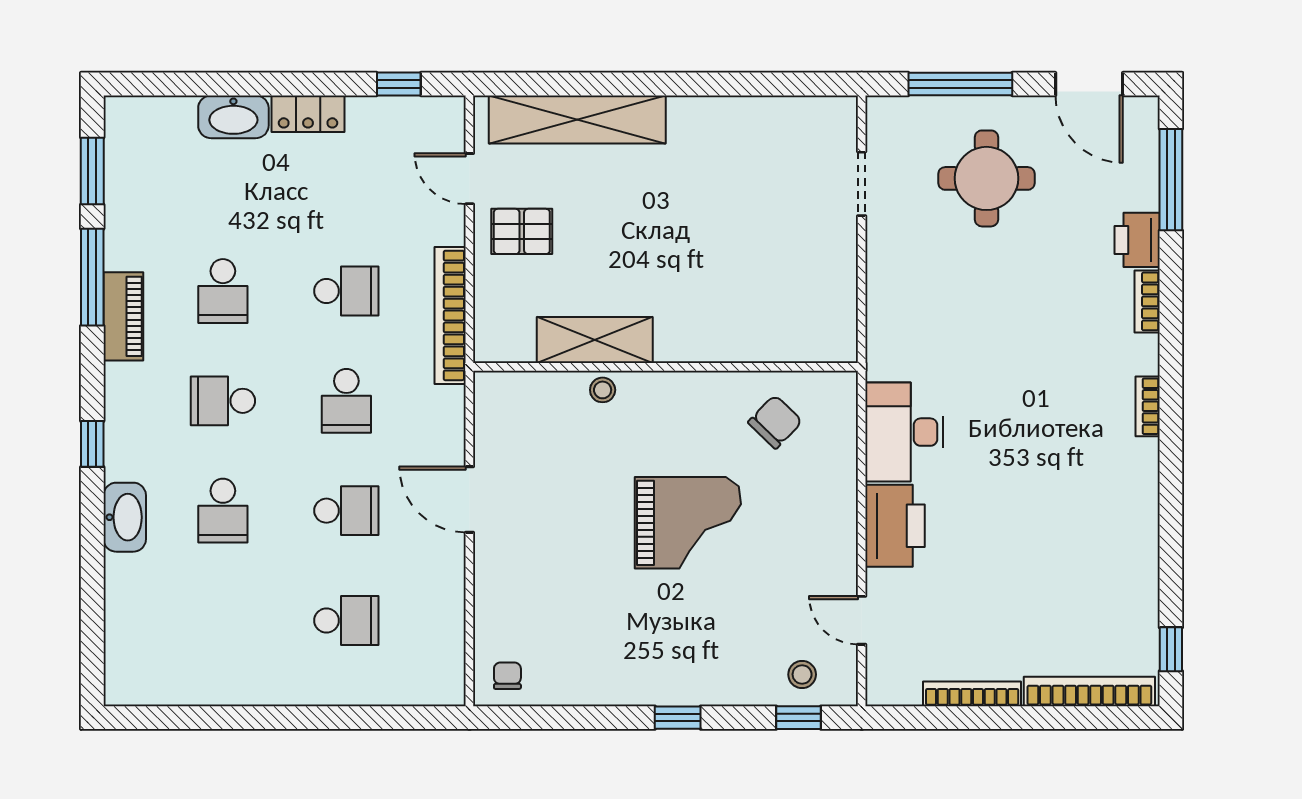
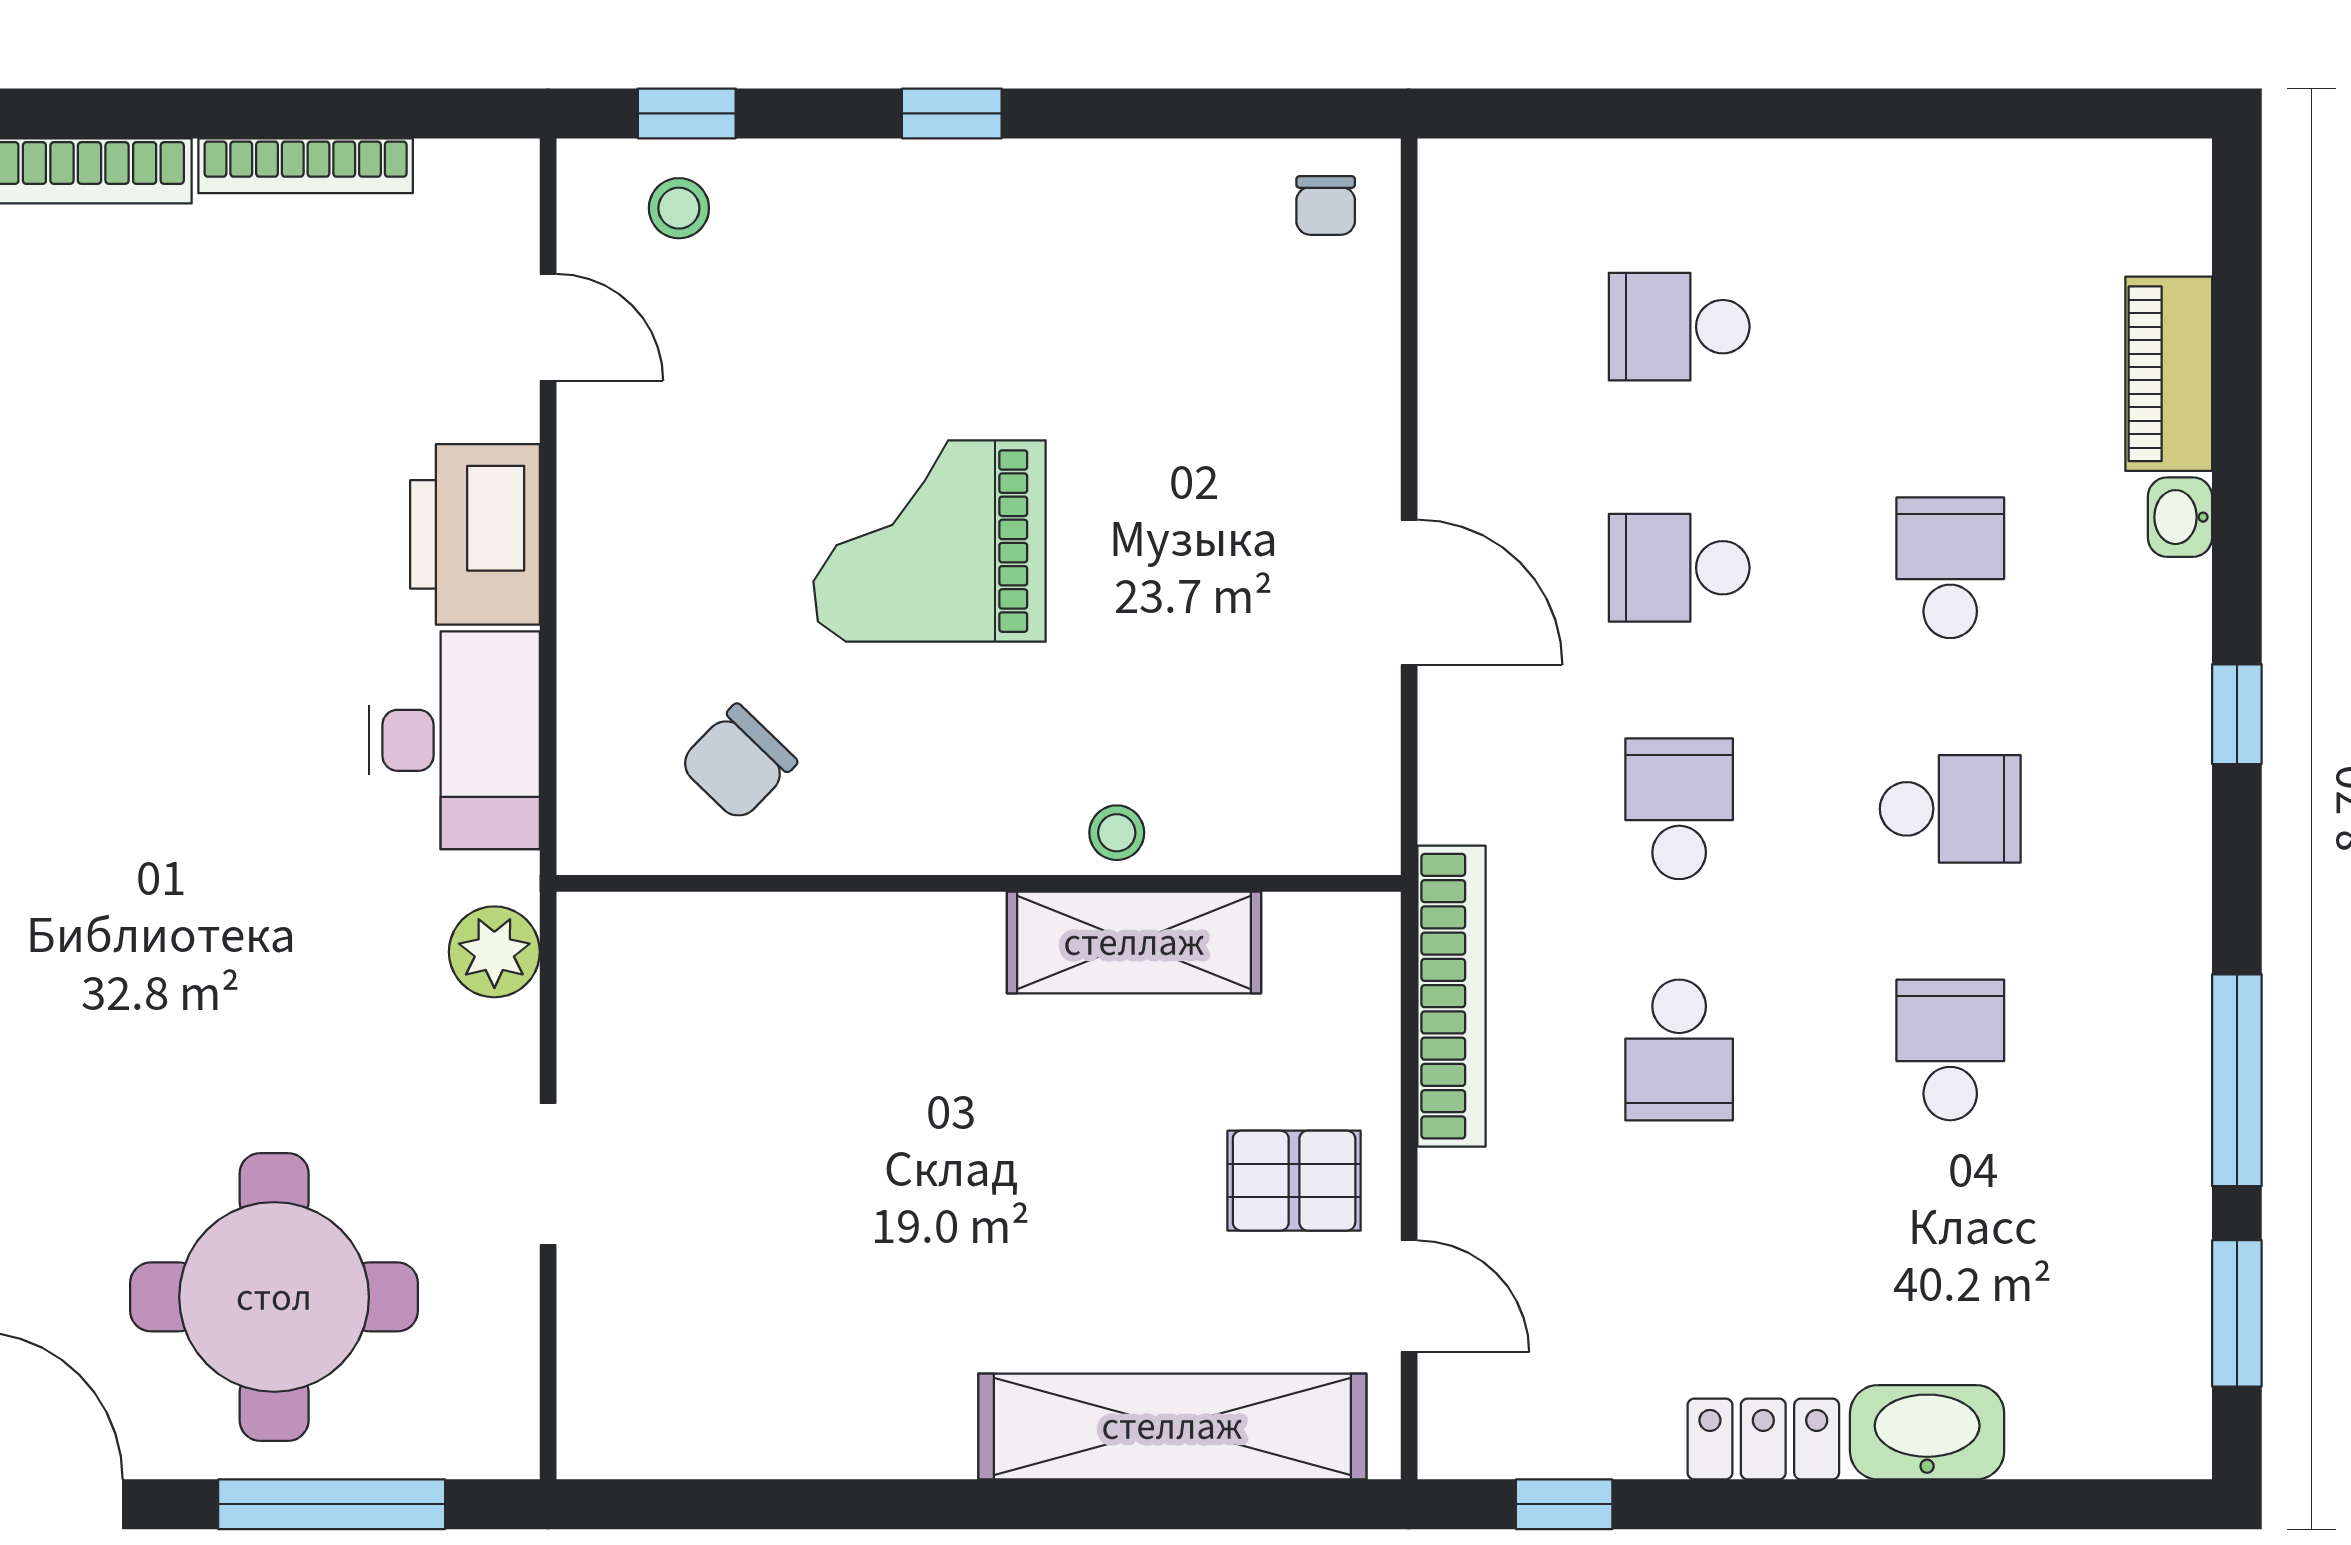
round table: (986, 178) -> (274, 1297), width x1.36, depth x1.36
doorway: (862, 184) -> (548, 1174), moved
school desk: (346, 291) -> (1679, 1050), turned -90
piano: (123, 316) -> (2169, 374), moved
plant: (886, 336) -> (494, 952), added
washbasin: (125, 517) -> (2180, 517), width x0.52, depth x0.69

